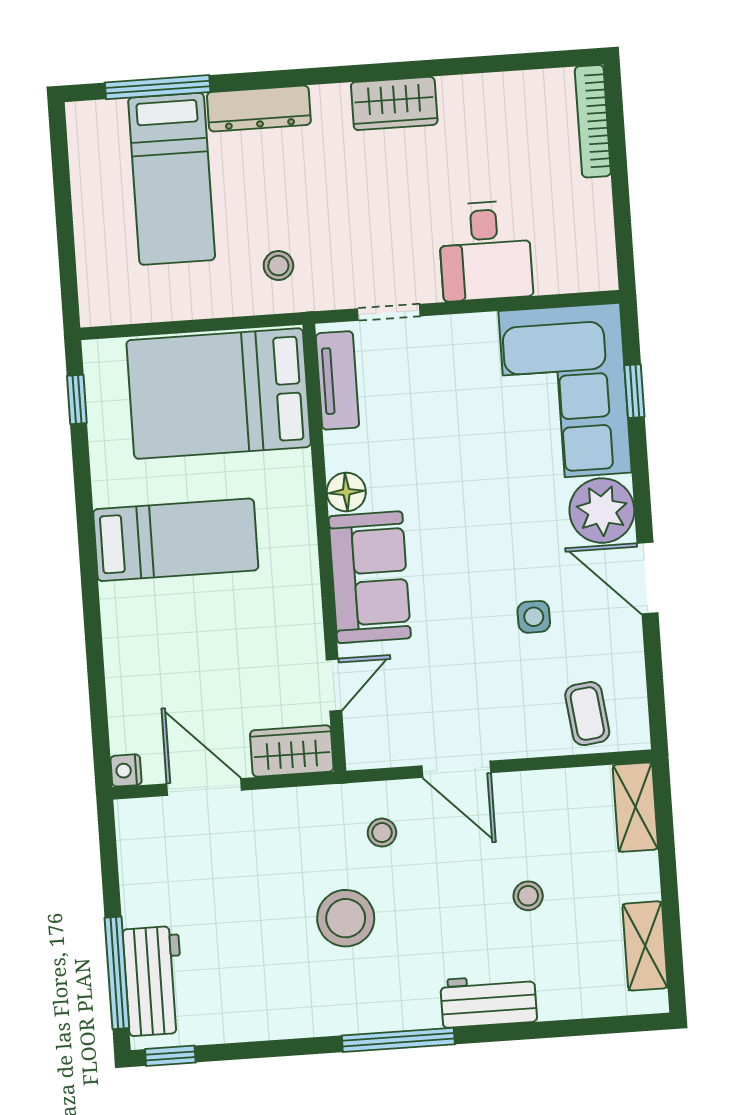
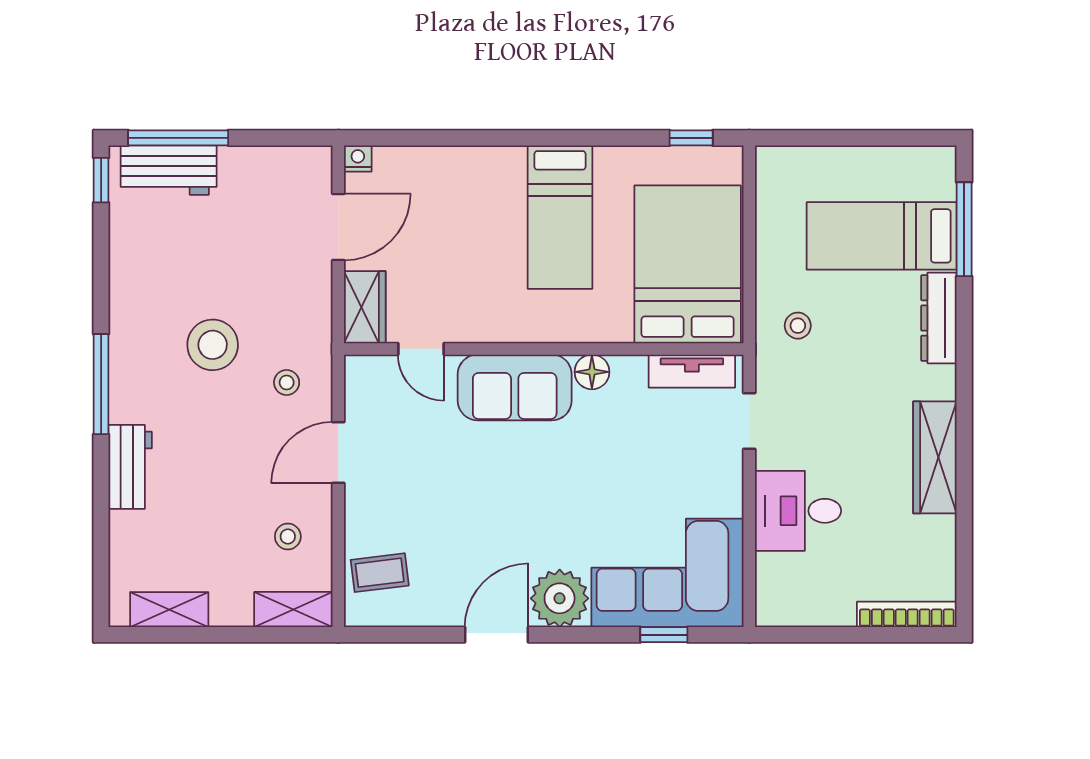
wardrobe: (394, 103) -> (935, 457), width x1.50
side table: (534, 617) -> (469, 531), removed
stool: (528, 896) -> (288, 536), moved

